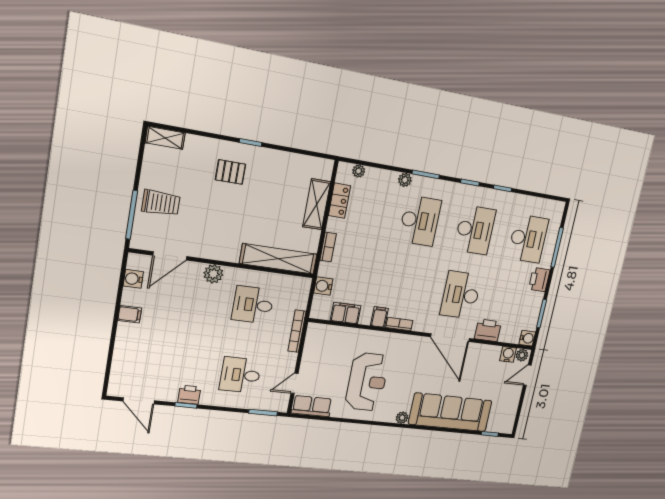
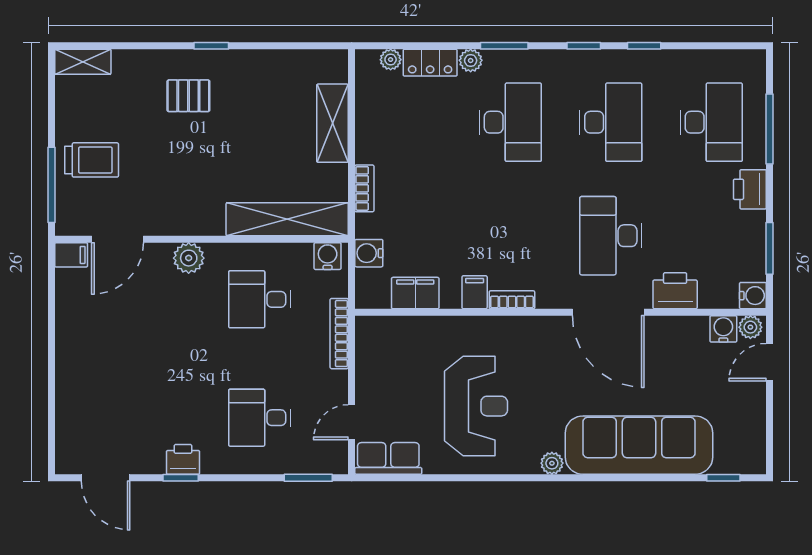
locker: (339, 201) -> (430, 63), moved, turned 90
water cooler: (133, 279) -> (328, 256), moved, turned 90
filing cabinet: (130, 314) -> (71, 255), moved

